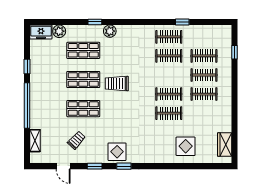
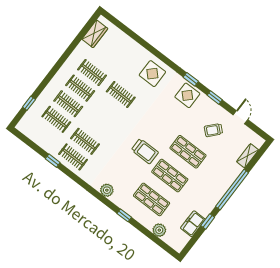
plant: (110, 31) -> (107, 190), moved
freezer: (41, 32) -> (193, 224), moved, turned -90
clothes rail: (169, 94) -> (92, 73), moved
display table: (186, 146) -> (152, 74), moved

